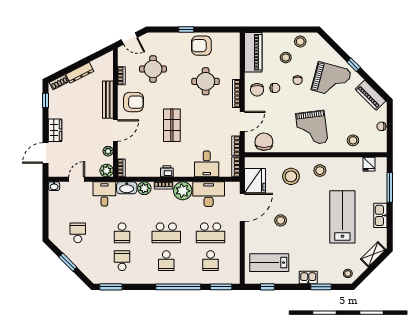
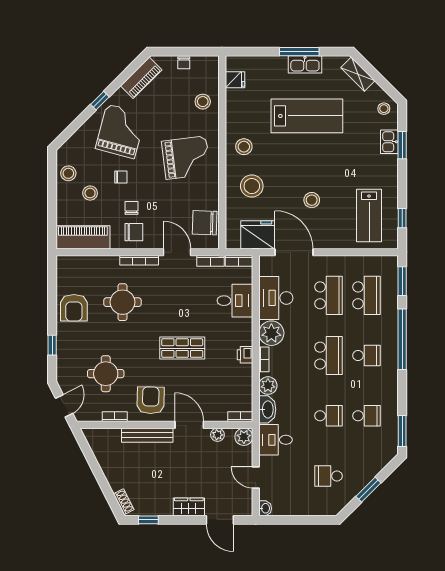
window: (186, 30) -> (52, 345), moved
dresser: (80, 73) -> (111, 473), removed
window: (390, 187) -> (299, 52), moved
lab bench: (342, 217) -> (307, 116), turned 180
school desk: (122, 261) -> (366, 416), turned 180
school desk: (211, 261) -> (366, 295), width x1.85
kitchen sink: (308, 278) -> (389, 142), moved

